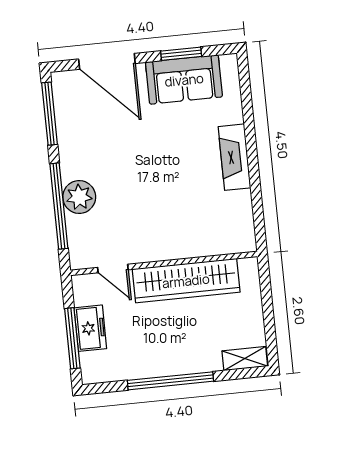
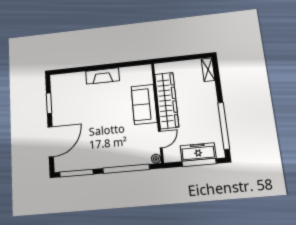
sofa: (184, 80) -> (144, 104), moved, turned 180
plant: (79, 197) -> (156, 159), moved, width x0.53, depth x0.53
freezer: (90, 328) -> (198, 152), width x1.40
window: (170, 381) -> (224, 126), moved

